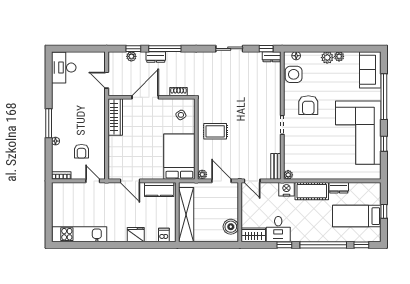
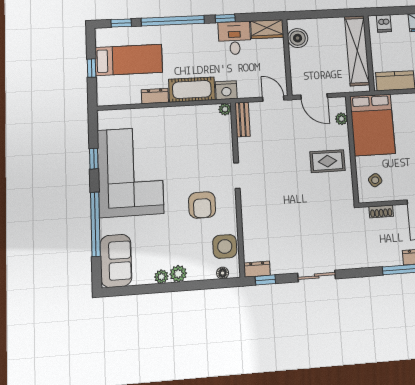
armchair: (308, 105) -> (202, 205), turned 180
plant: (202, 174) -> (342, 119), moved

